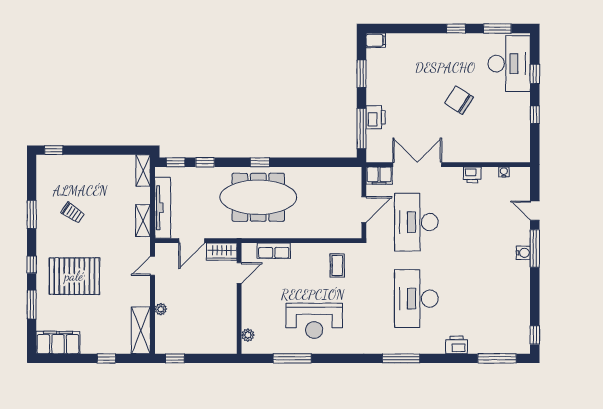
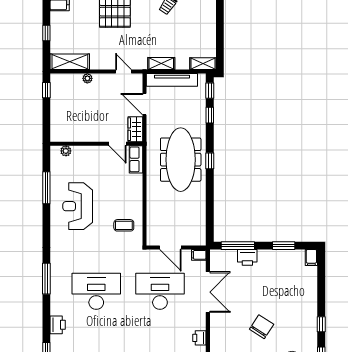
filing cabinet: (379, 176) -> (199, 255), width x0.50
row of seats: (274, 251) -> (136, 159), moved

